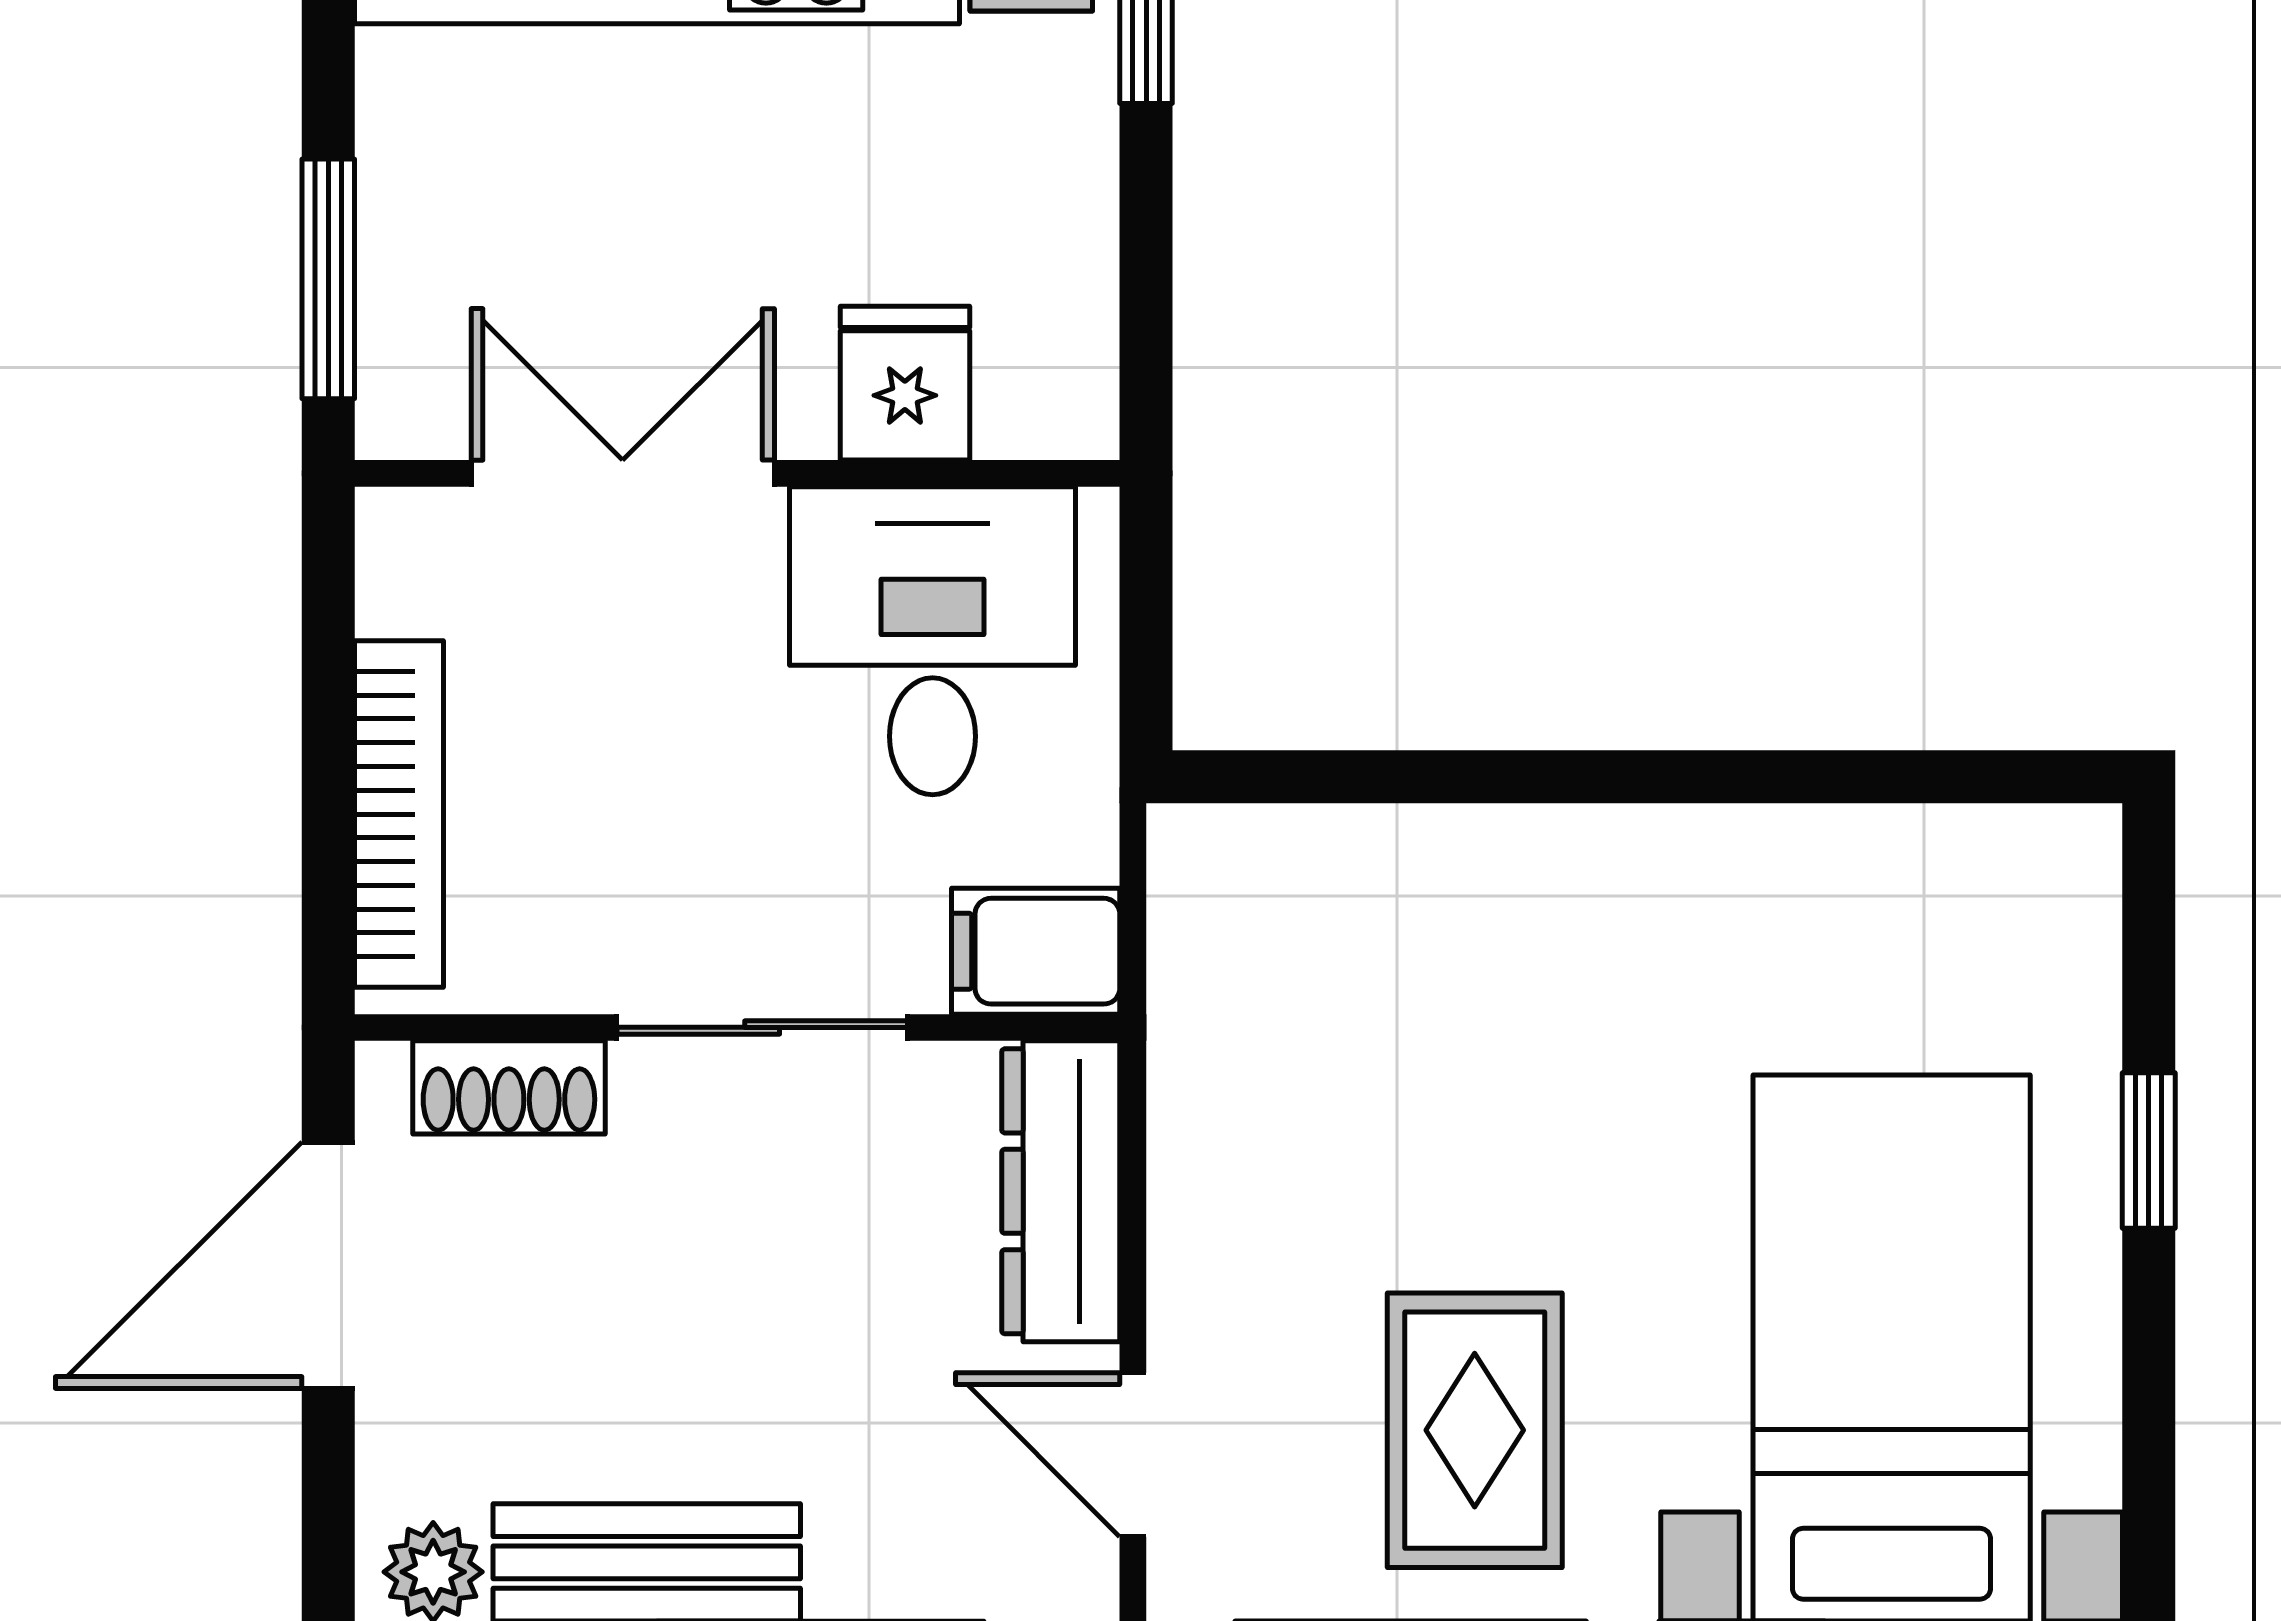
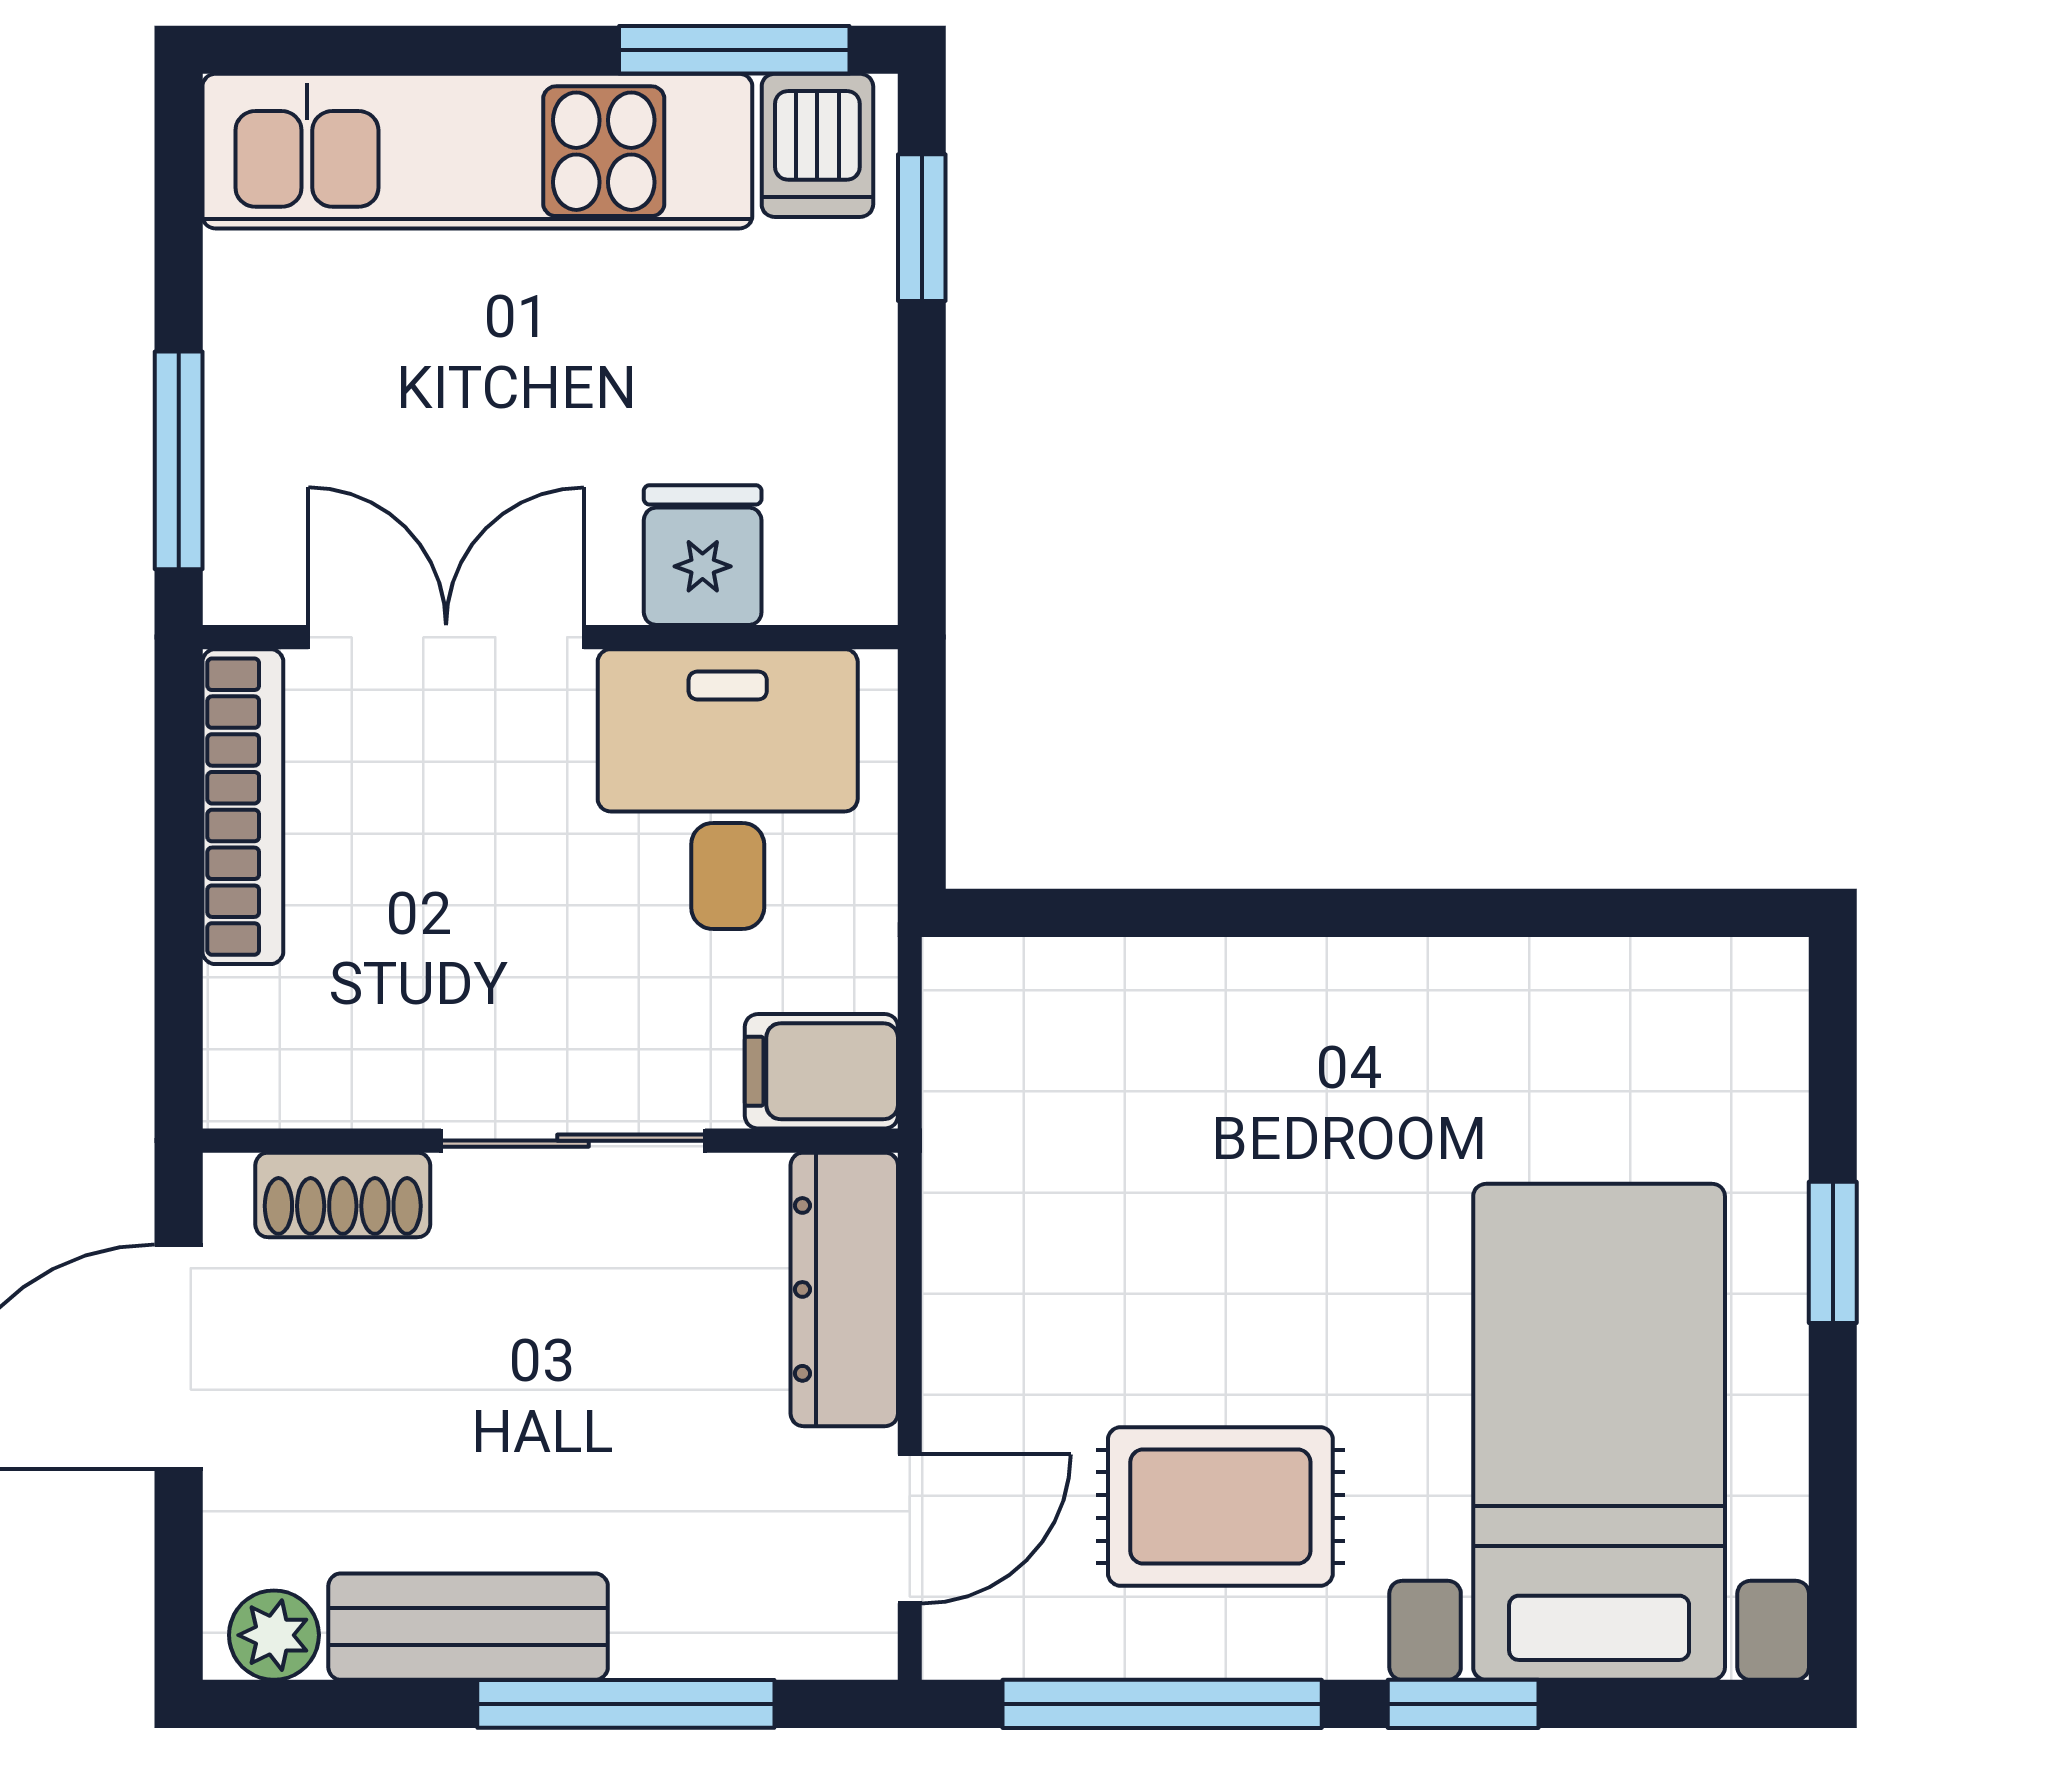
bookcase: (399, 814) -> (243, 807), moved
rug: (1475, 1430) -> (1220, 1506), turned 90
door: (1133, 1455) -> (910, 1529), swing flipped

